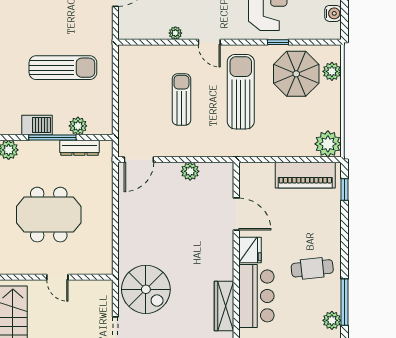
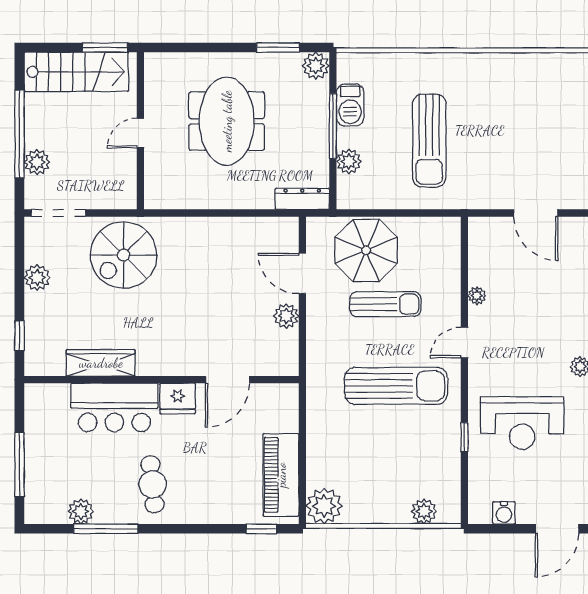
parasol: (296, 74) -> (366, 250), moved
dresser: (79, 148) -> (302, 199), moved, turned 90
door: (139, 160) -> (302, 273), moved

